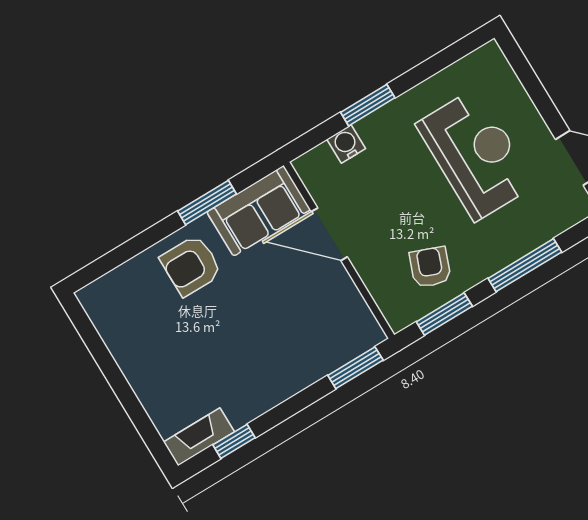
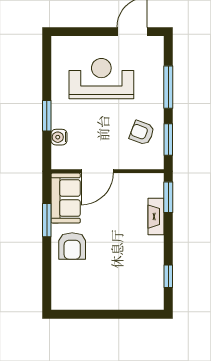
fireplace: (199, 437) -> (156, 217), moved

